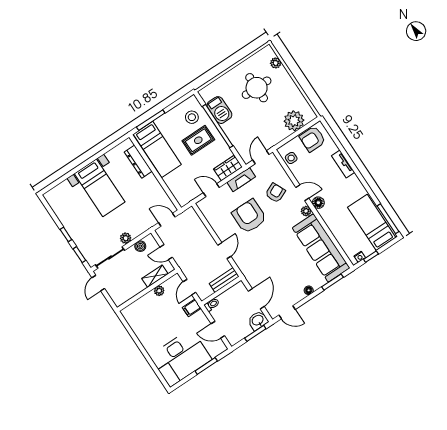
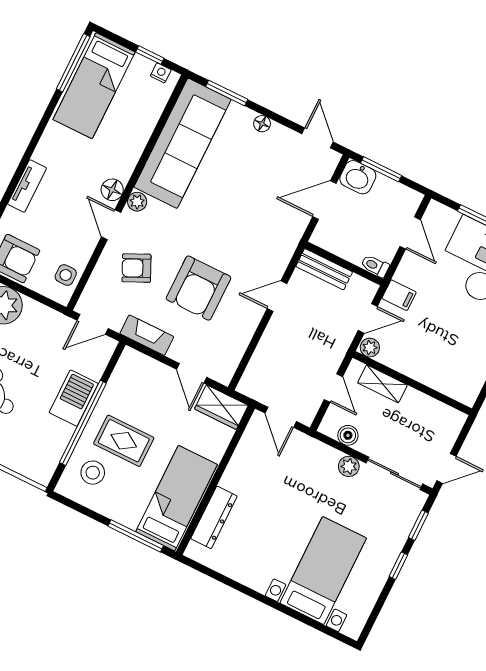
barbecue: (219, 110) -> (74, 398), moved
wardrobe: (228, 168) -> (221, 407), moved
bed with nightstands: (100, 188) -> (323, 571), moved
plant: (159, 291) -> (370, 348), moved

